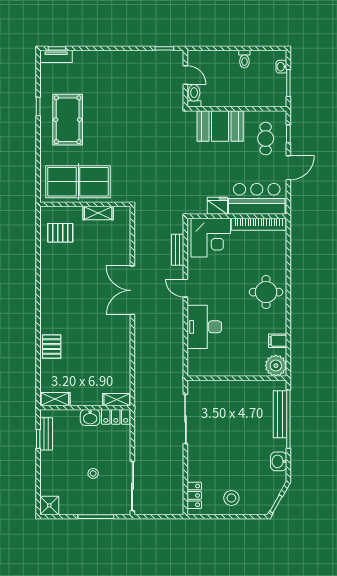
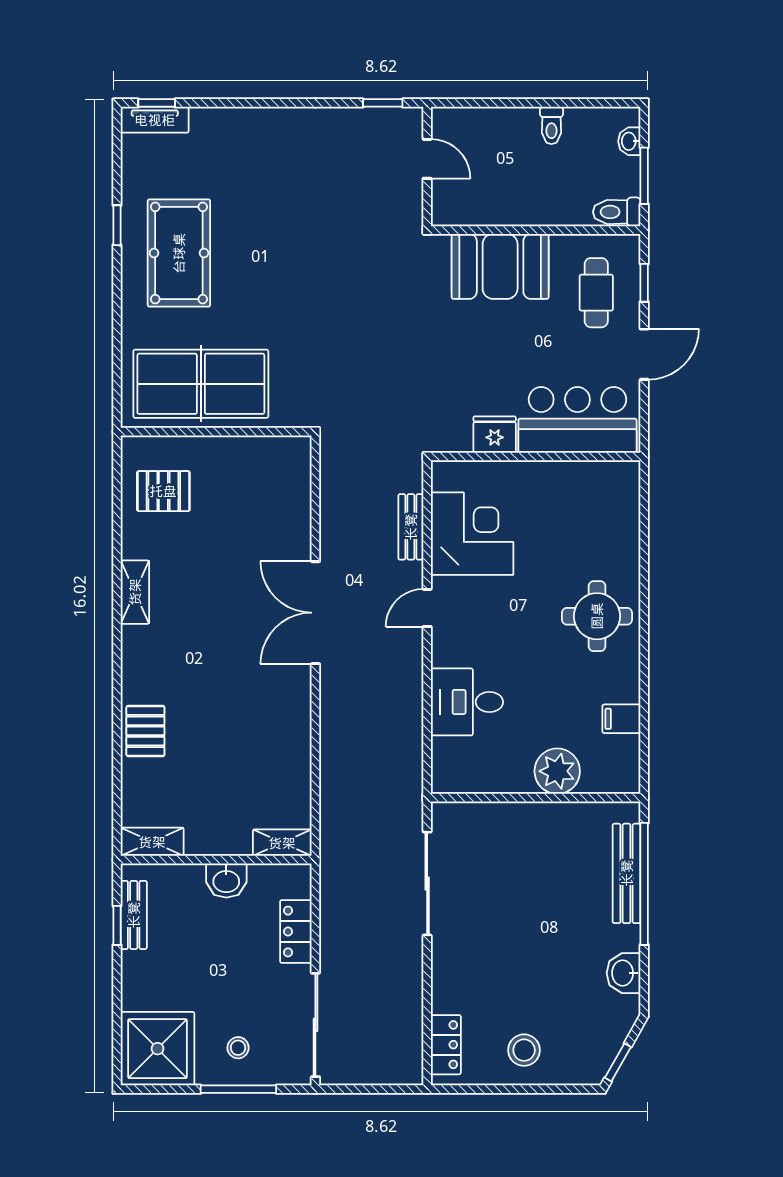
toilet: (194, 96) -> (617, 212), moved, turned -90
shelving: (98, 213) -> (135, 592), moved, turned 90
bookcase: (259, 224) -> (581, 473), removed
corner desk: (211, 238) -> (472, 534), moved, turned -90
door: (185, 288) -> (427, 608), hinge flipped
desk: (204, 327) -> (467, 702), width x0.73
plant: (276, 366) -> (557, 771), moved
locker: (116, 417) -> (296, 931), moved, turned 90
stool: (93, 473) -> (238, 1048), moved
shower: (49, 505) -> (158, 1049), width x1.86, depth x1.86

